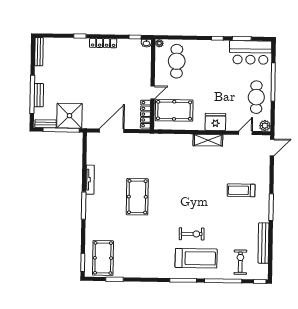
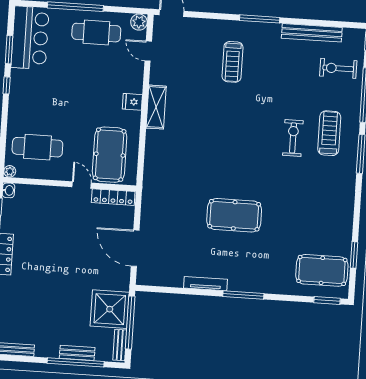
fridge: (215, 122) -> (132, 102), width x0.53, depth x0.75
treadmill: (196, 258) -> (329, 133), width x0.73, depth x0.73

